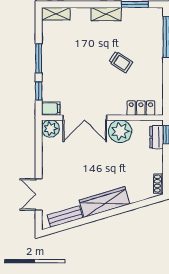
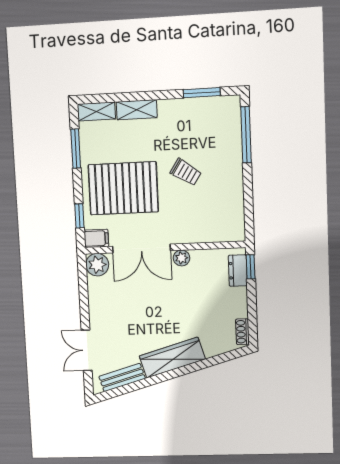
shelving: (106, 14) -> (137, 110), moved
window: (39, 58) -> (76, 149), moved
pallet: (73, 72) -> (123, 188), added
locker: (141, 108) -> (215, 233), removed
plant: (120, 131) -> (182, 258), width x0.53, depth x0.53

